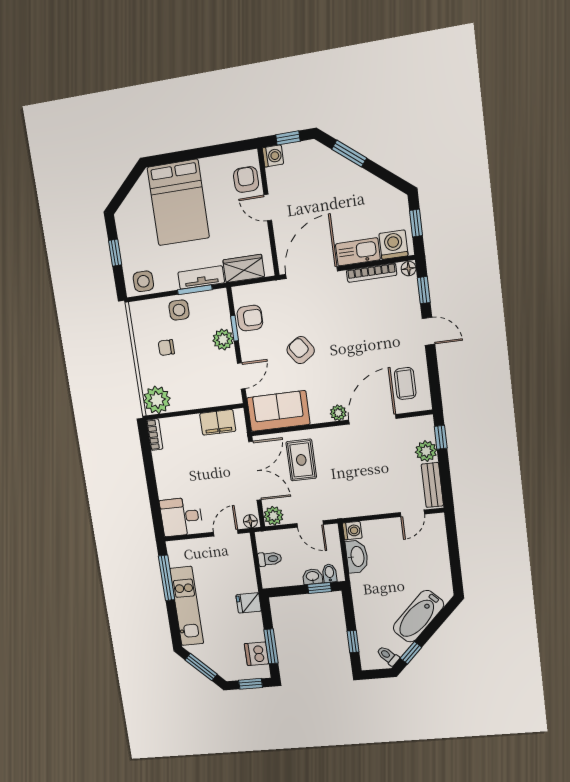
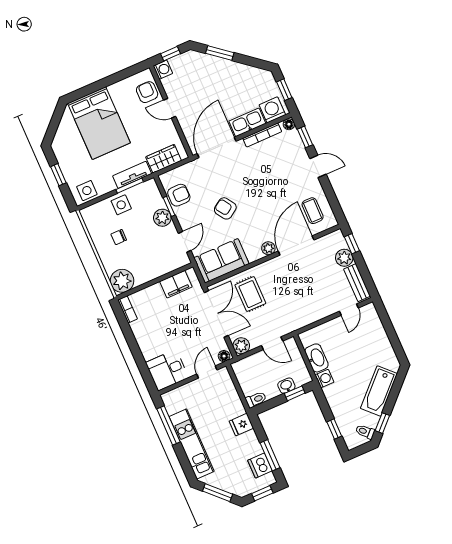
washing machine: (352, 531) -> (324, 379), moved
toilet: (270, 559) -> (256, 400), moved
bidet: (330, 573) -> (299, 379), removed

